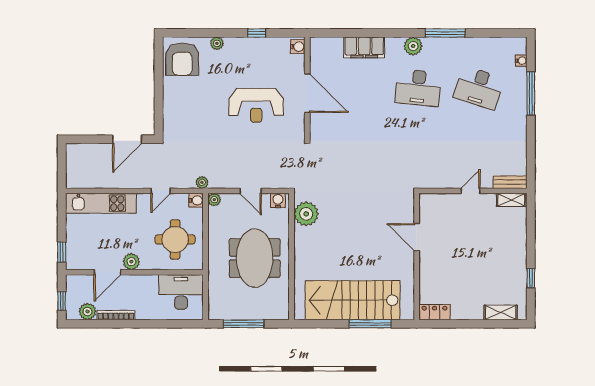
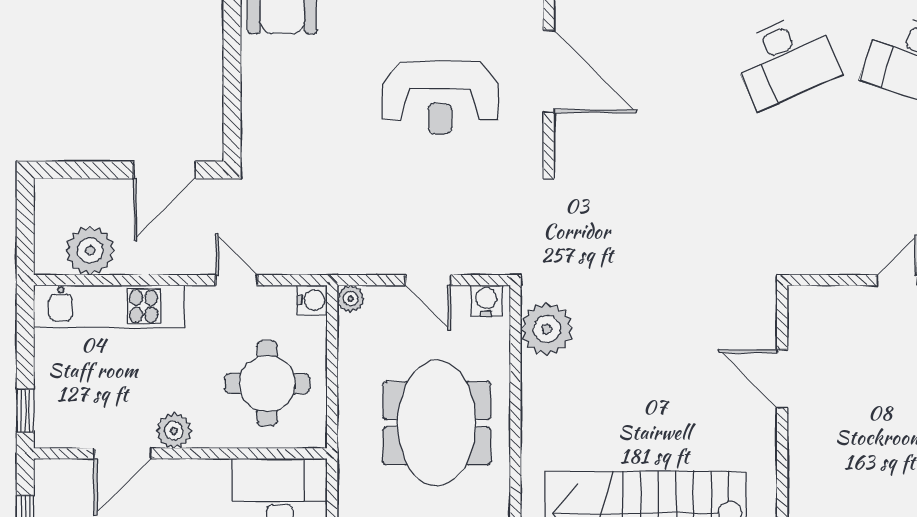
desk: (418, 88) -> (785, 60), turned -30
plant: (202, 182) -> (90, 251), moved, width x1.88, depth x1.88
door: (161, 191) -> (236, 280), swing flipped

